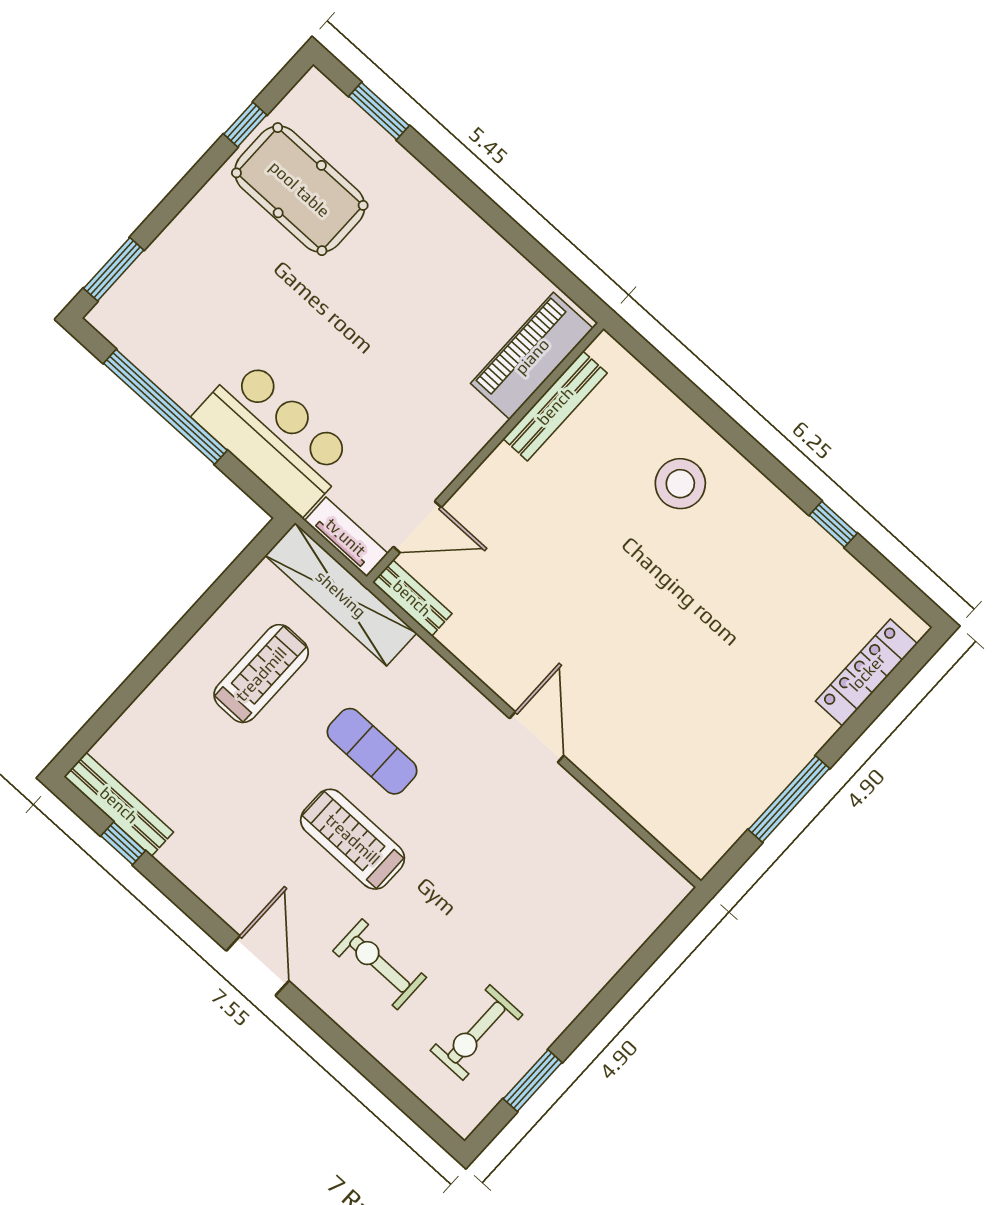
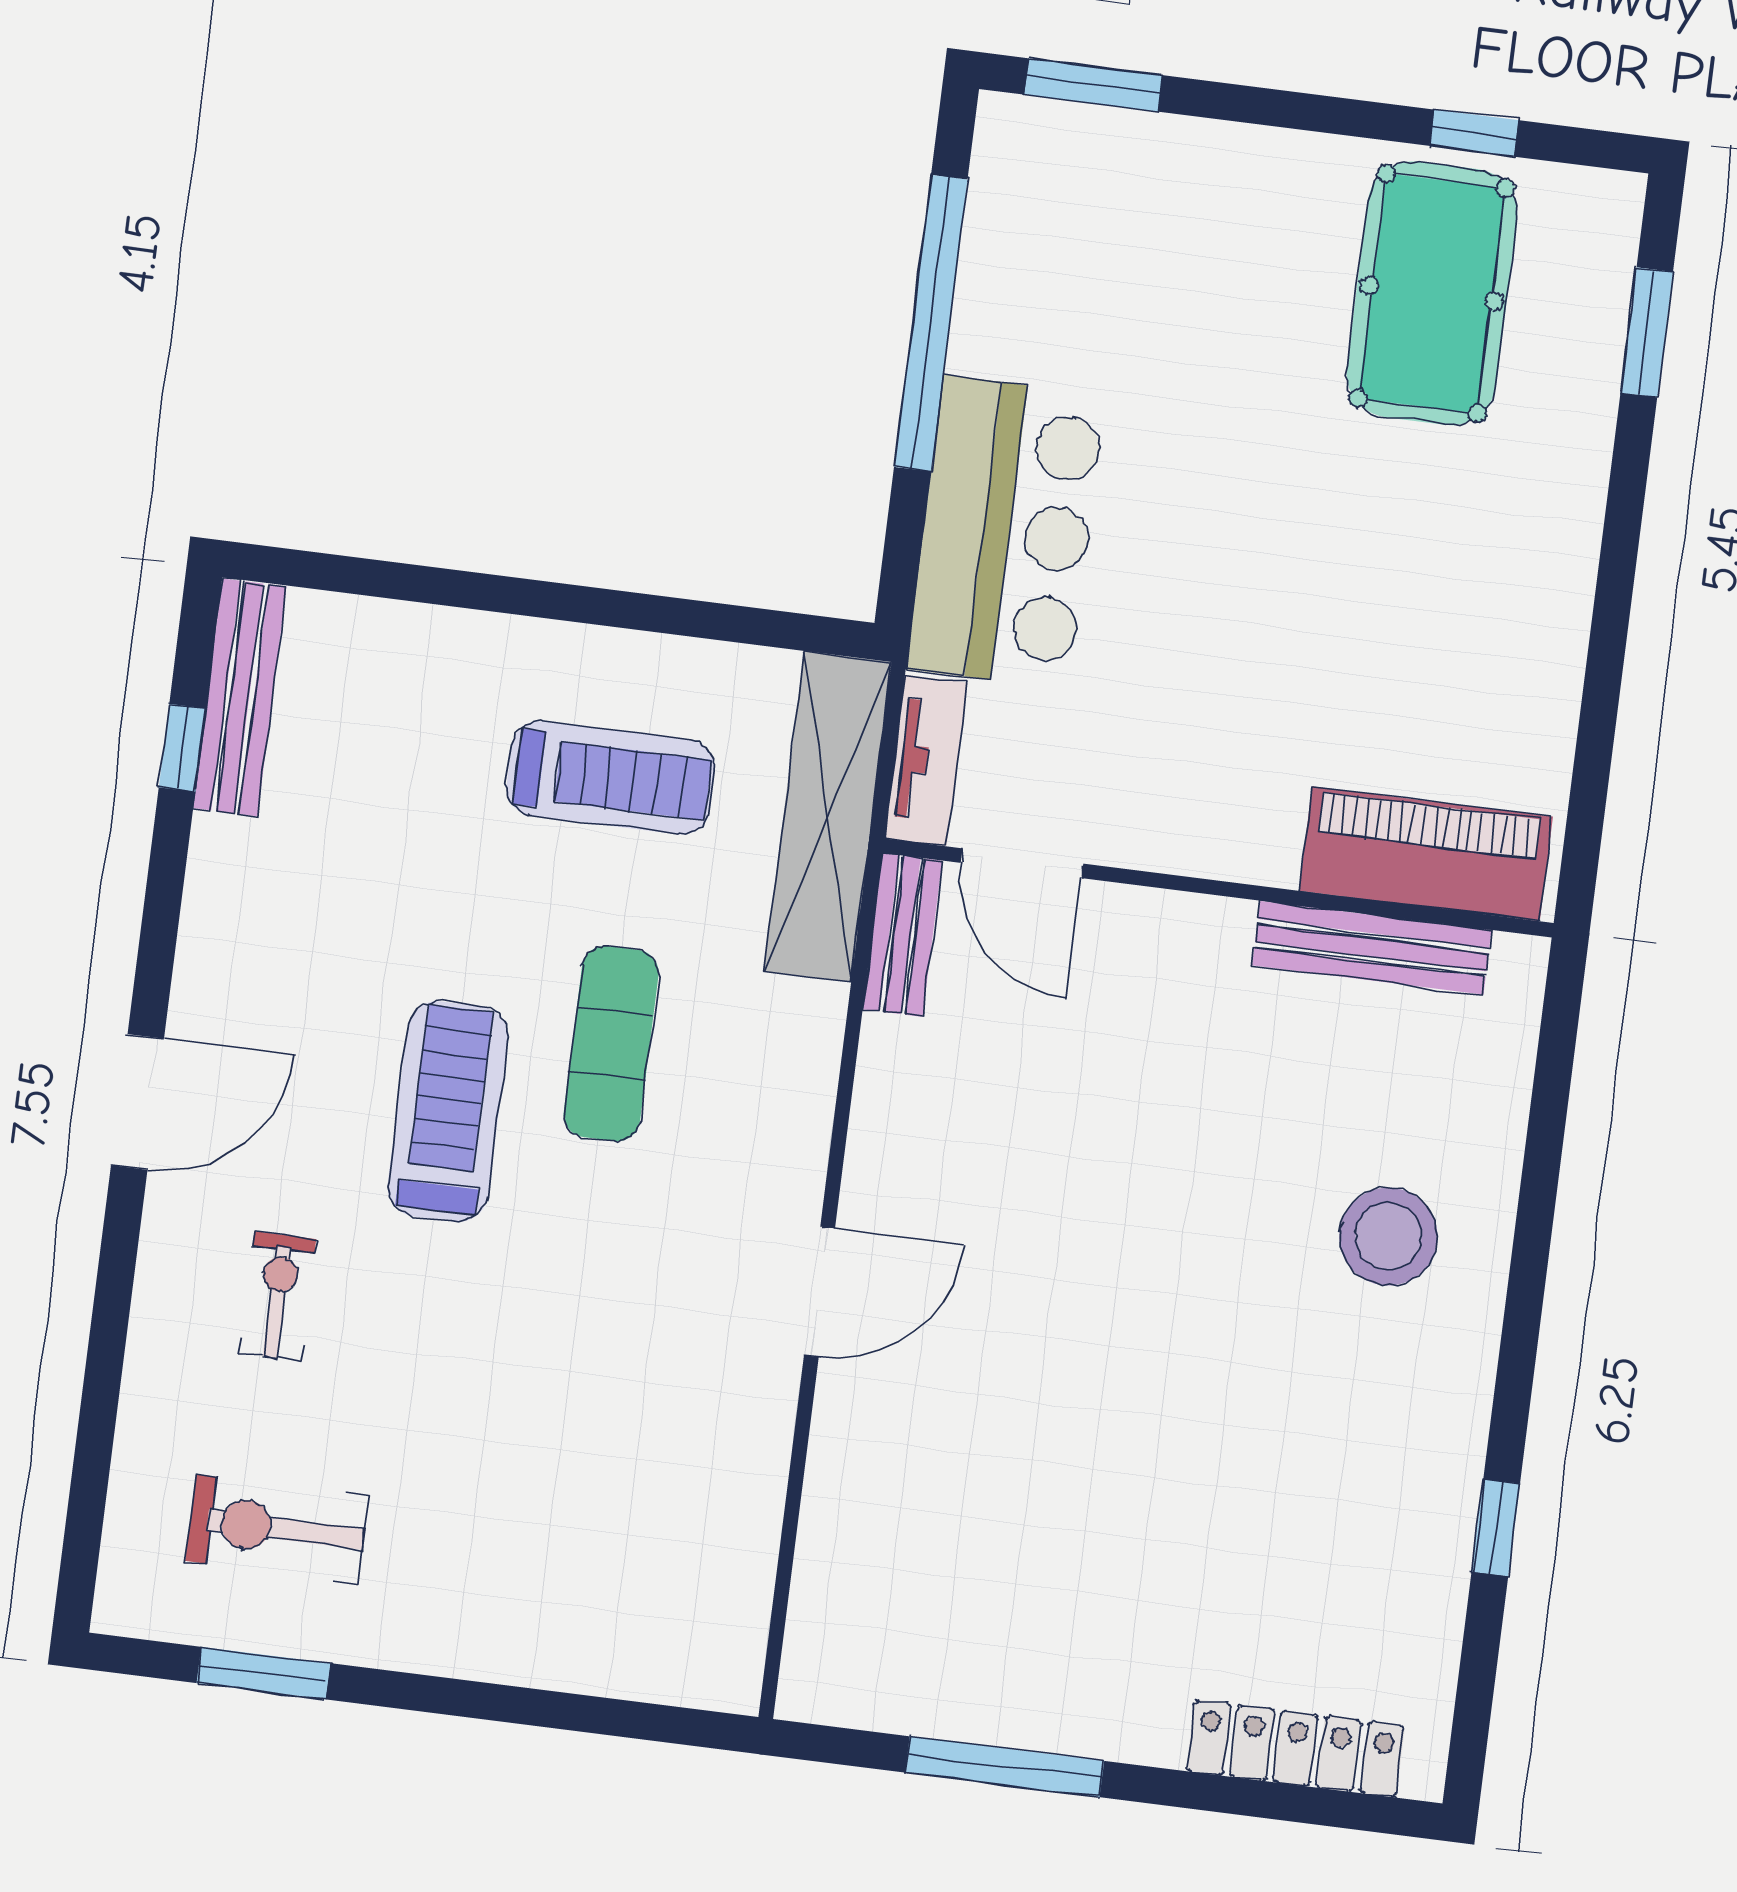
exercise bike: (380, 964) -> (278, 1296), width x0.73, depth x0.72

